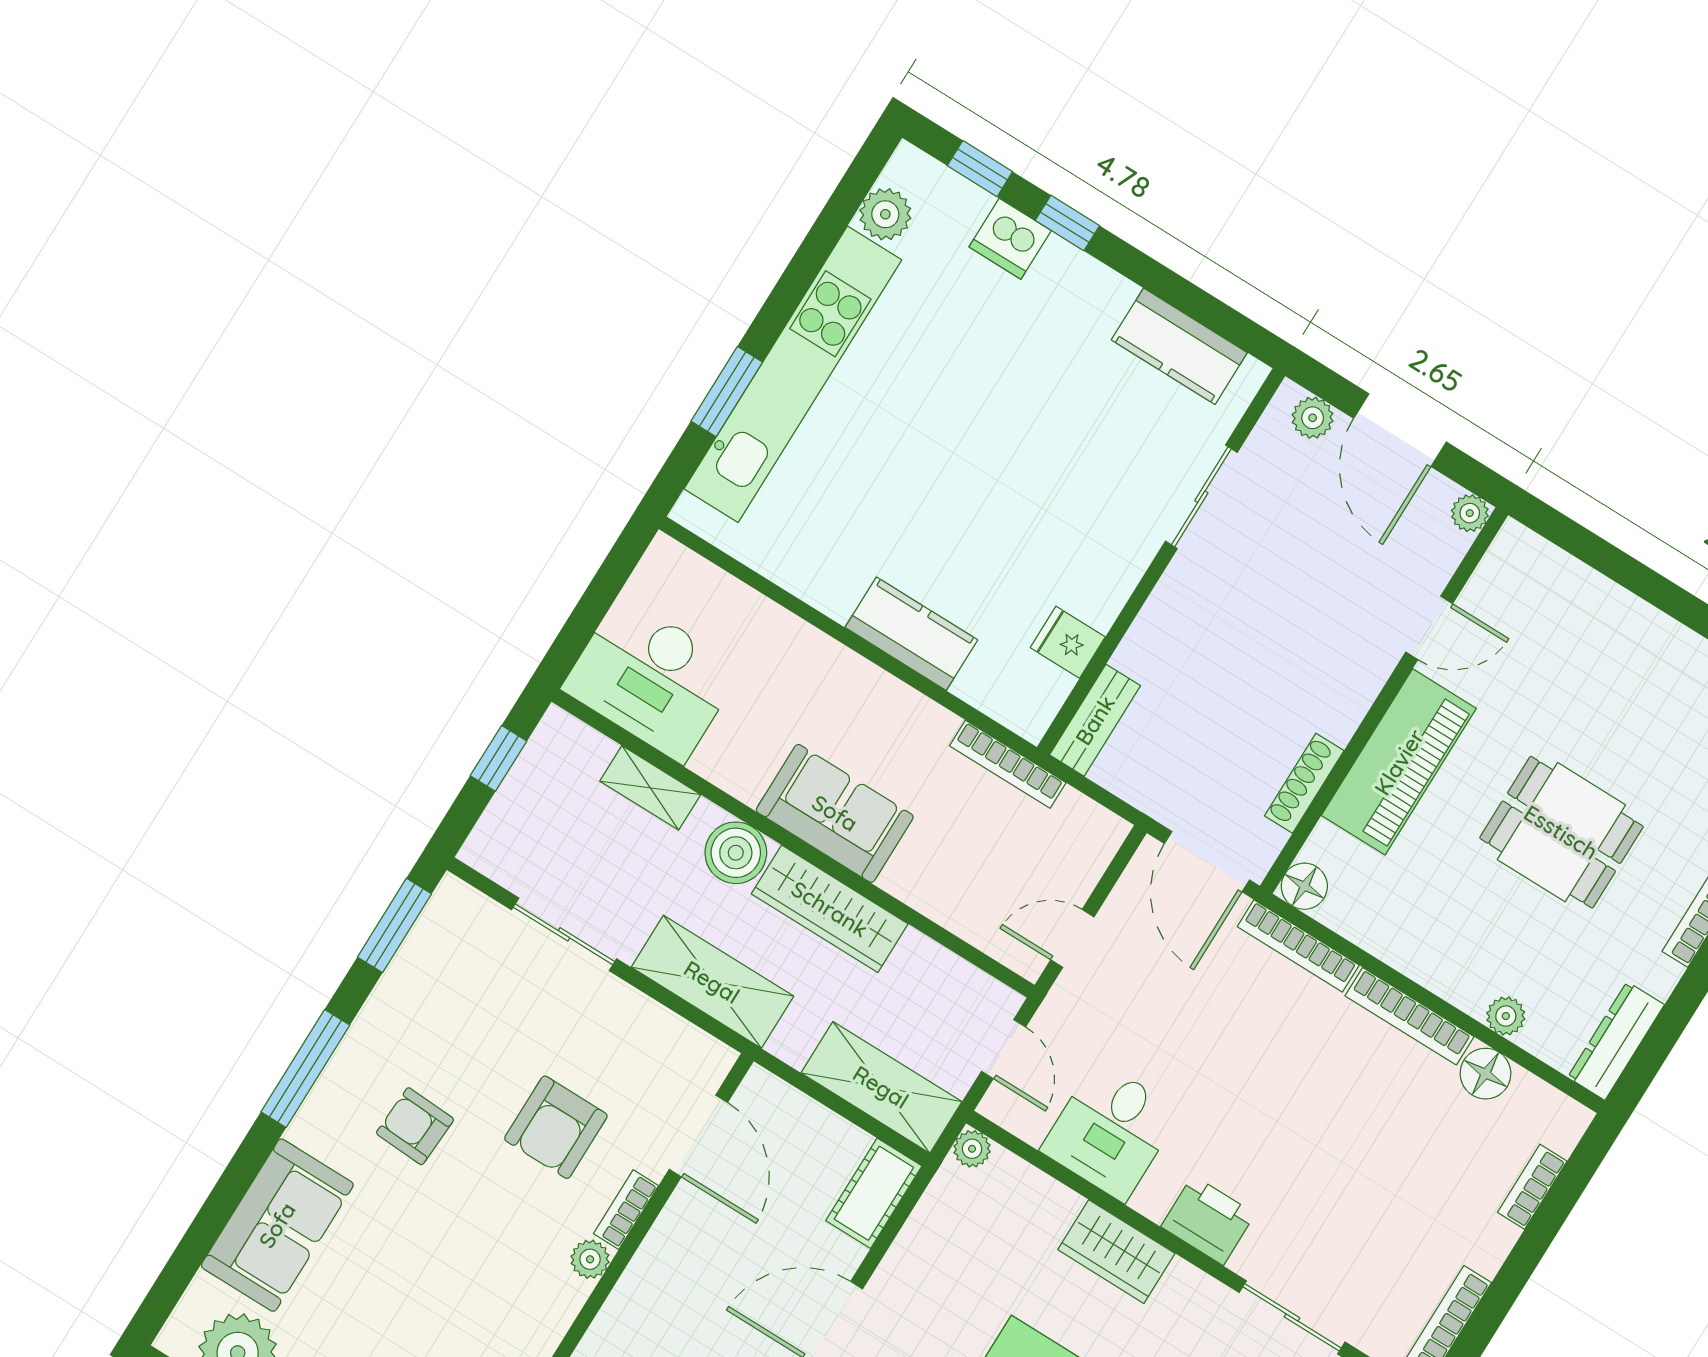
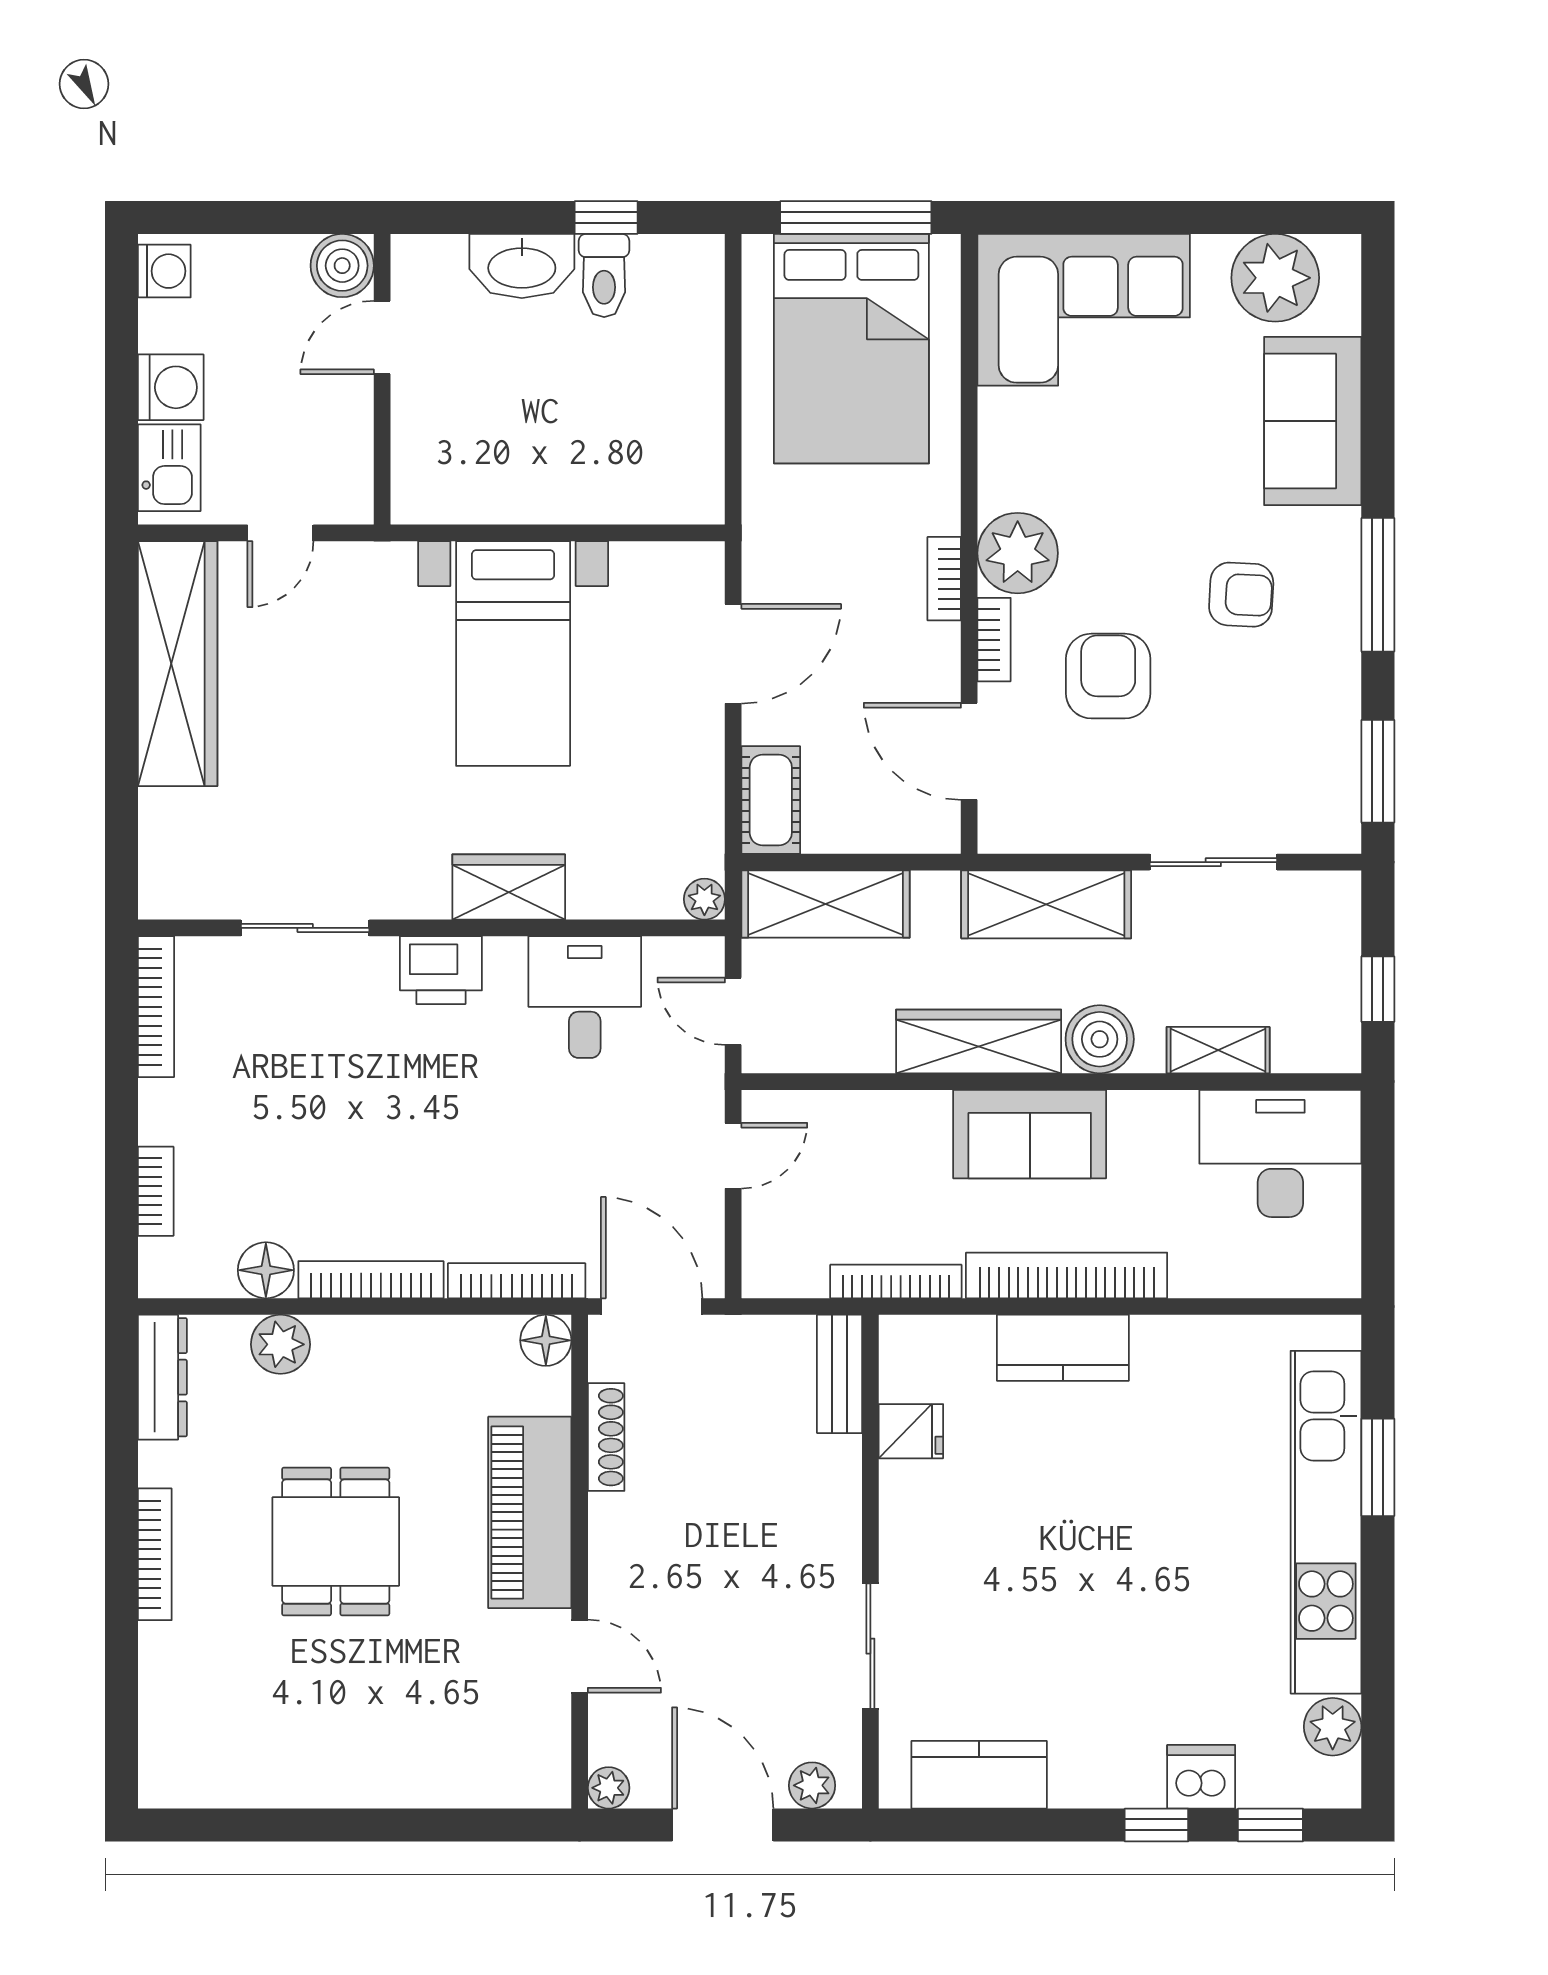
door: (1429, 628) -> (580, 1656), swing flipped
bookcase: (874, 687) -> (1067, 1275), added
dining table: (1561, 832) -> (336, 1542), turned 90
plant: (1506, 1016) -> (280, 1344), width x1.38, depth x1.38
plant: (590, 1259) -> (1018, 553), width x1.87, depth x1.87
bookcase: (635, 1280) -> (944, 579), added

